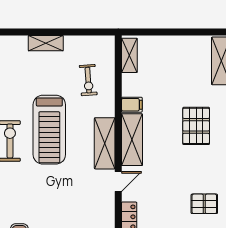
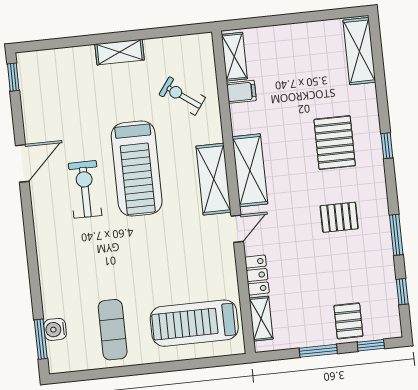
exercise bike: (88, 80) -> (182, 96), turned 130
filing cabinet: (132, 105) -> (241, 92), moved
pallet: (204, 204) -> (339, 217), moved

